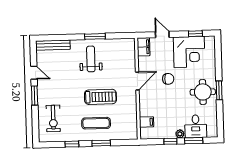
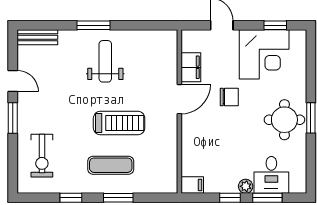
window: (95, 36) -> (93, 25), moved
bench: (53, 45) -> (37, 37), width x0.73
filing cabinet: (143, 47) -> (191, 67), moved
filing cabinet: (146, 122) -> (192, 185), moved

